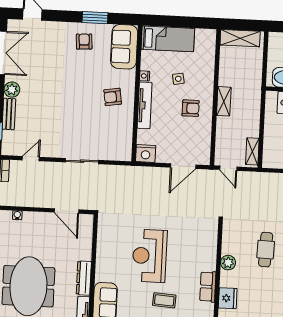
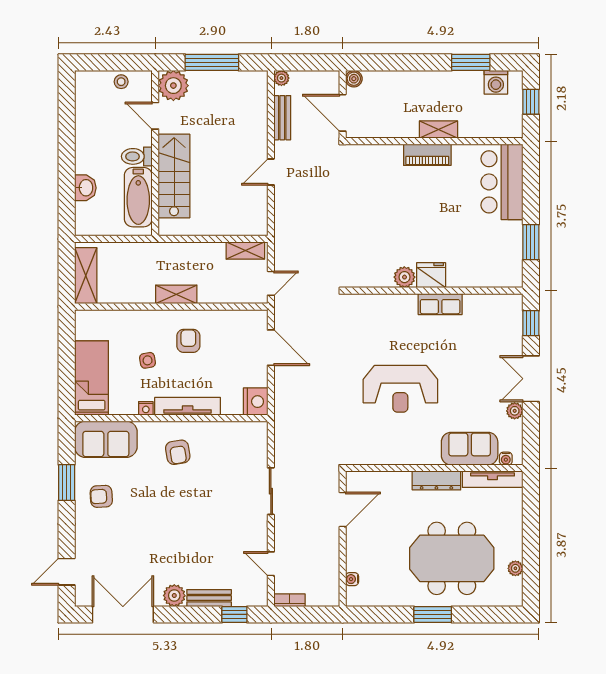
cafe table: (266, 250) -> (383, 225), removed
fridge: (228, 298) -> (431, 275), moved
coffee table: (164, 300) -> (462, 365), removed

